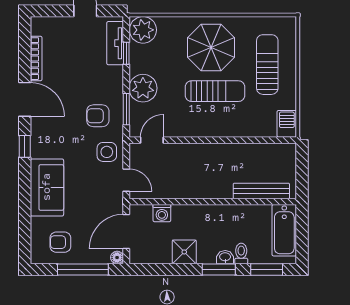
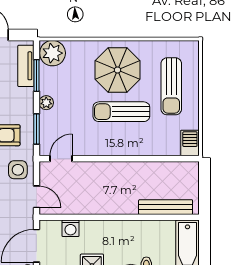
window: (126, 53) -> (36, 76), width x1.50
sun lounger: (267, 65) -> (171, 86), turned 180
plant: (143, 88) -> (46, 103), width x0.53, depth x0.53
sun lounger: (215, 91) -> (121, 112), turned 180

